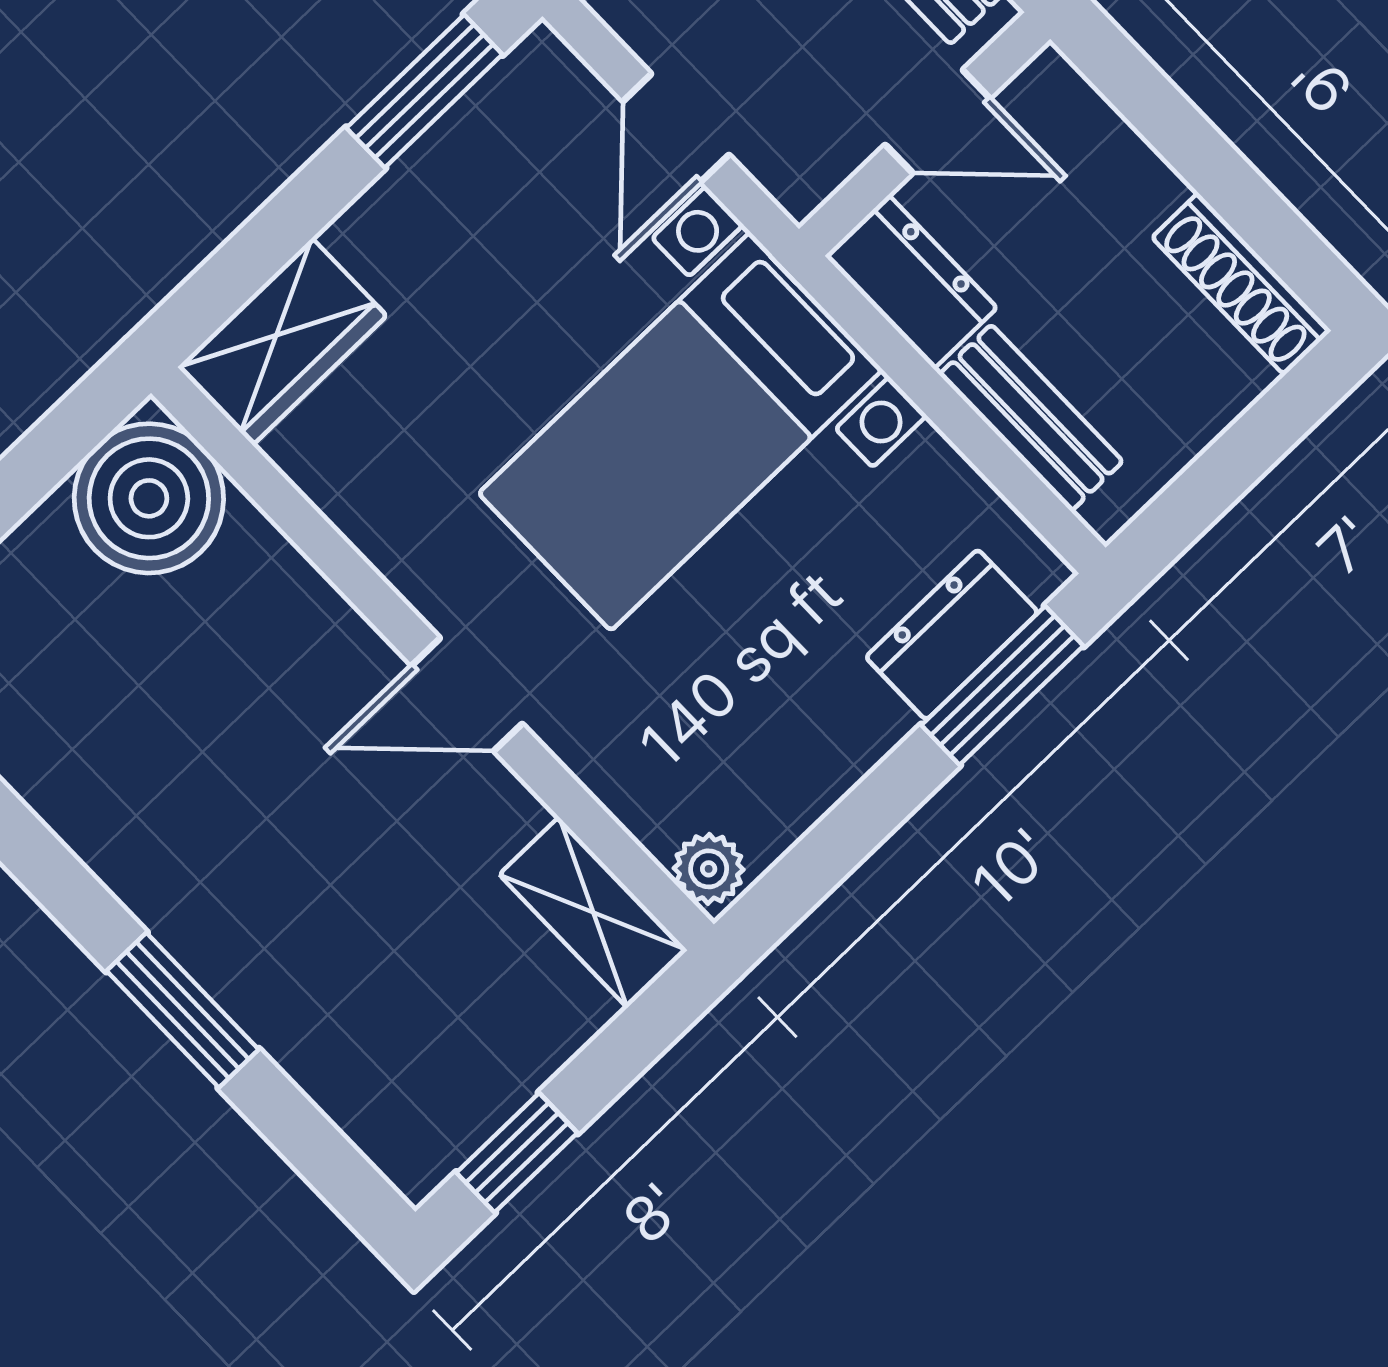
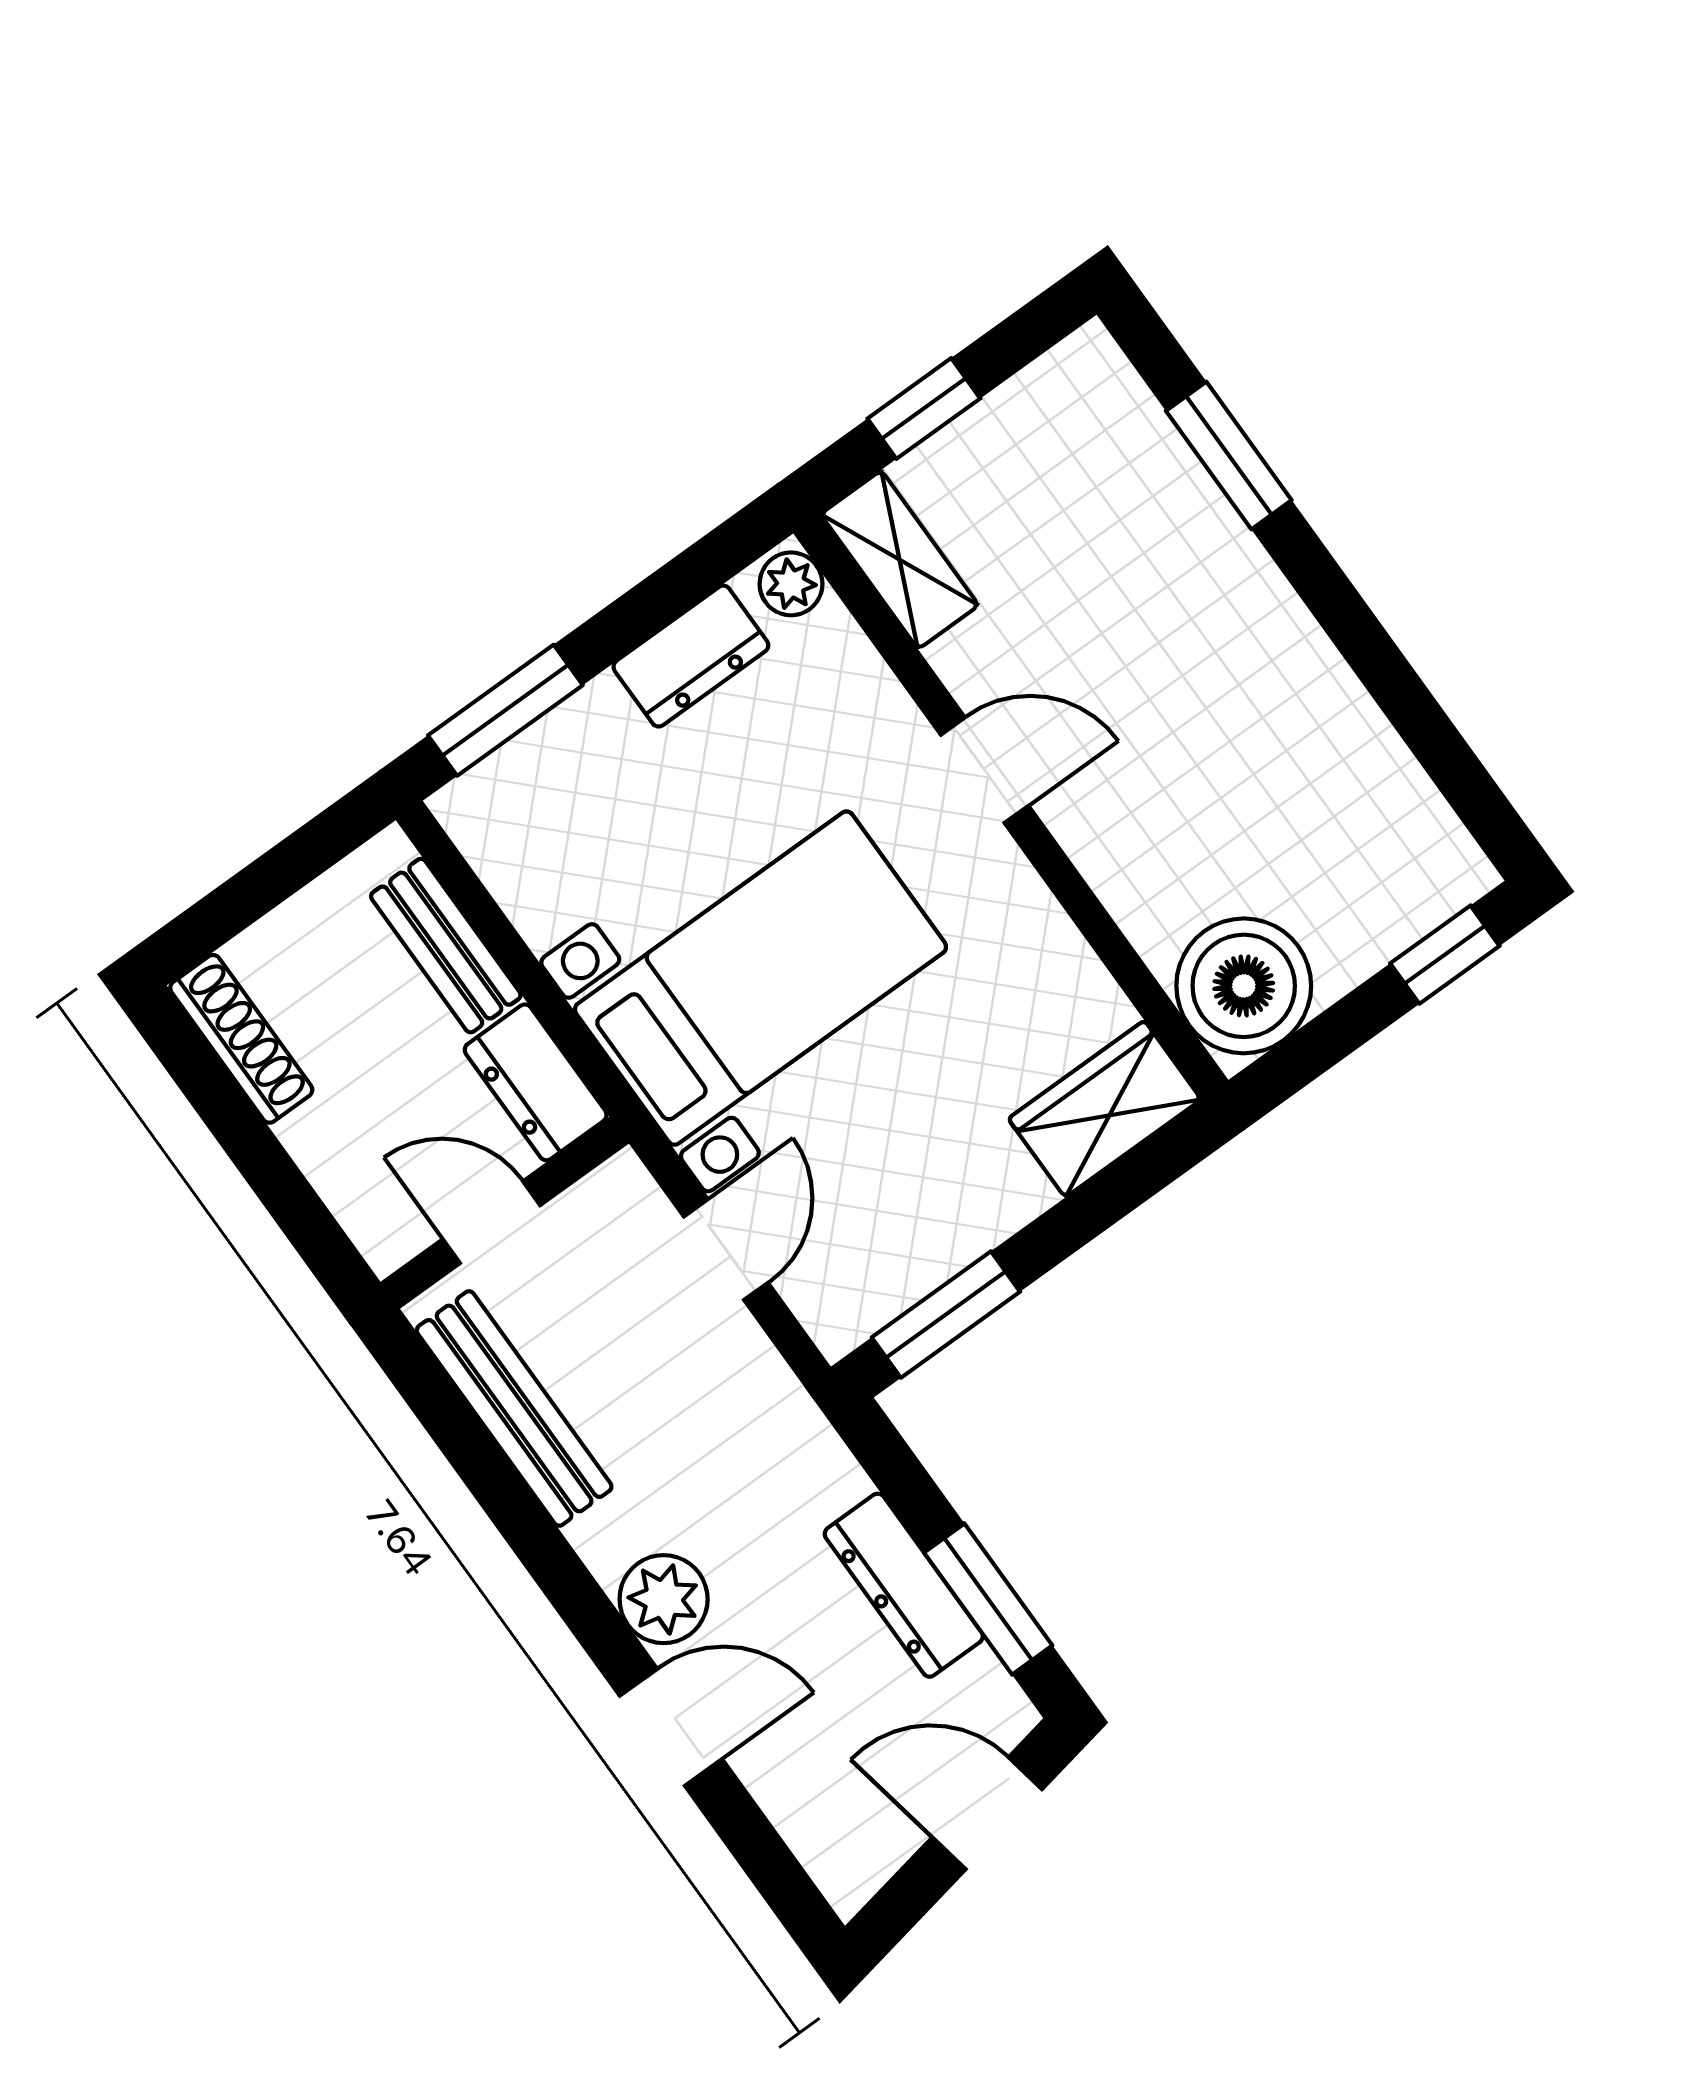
dresser: (952, 635) -> (691, 656), moved
window: (183, 1010) -> (1229, 455), moved
window: (517, 1153) -> (924, 408), moved

